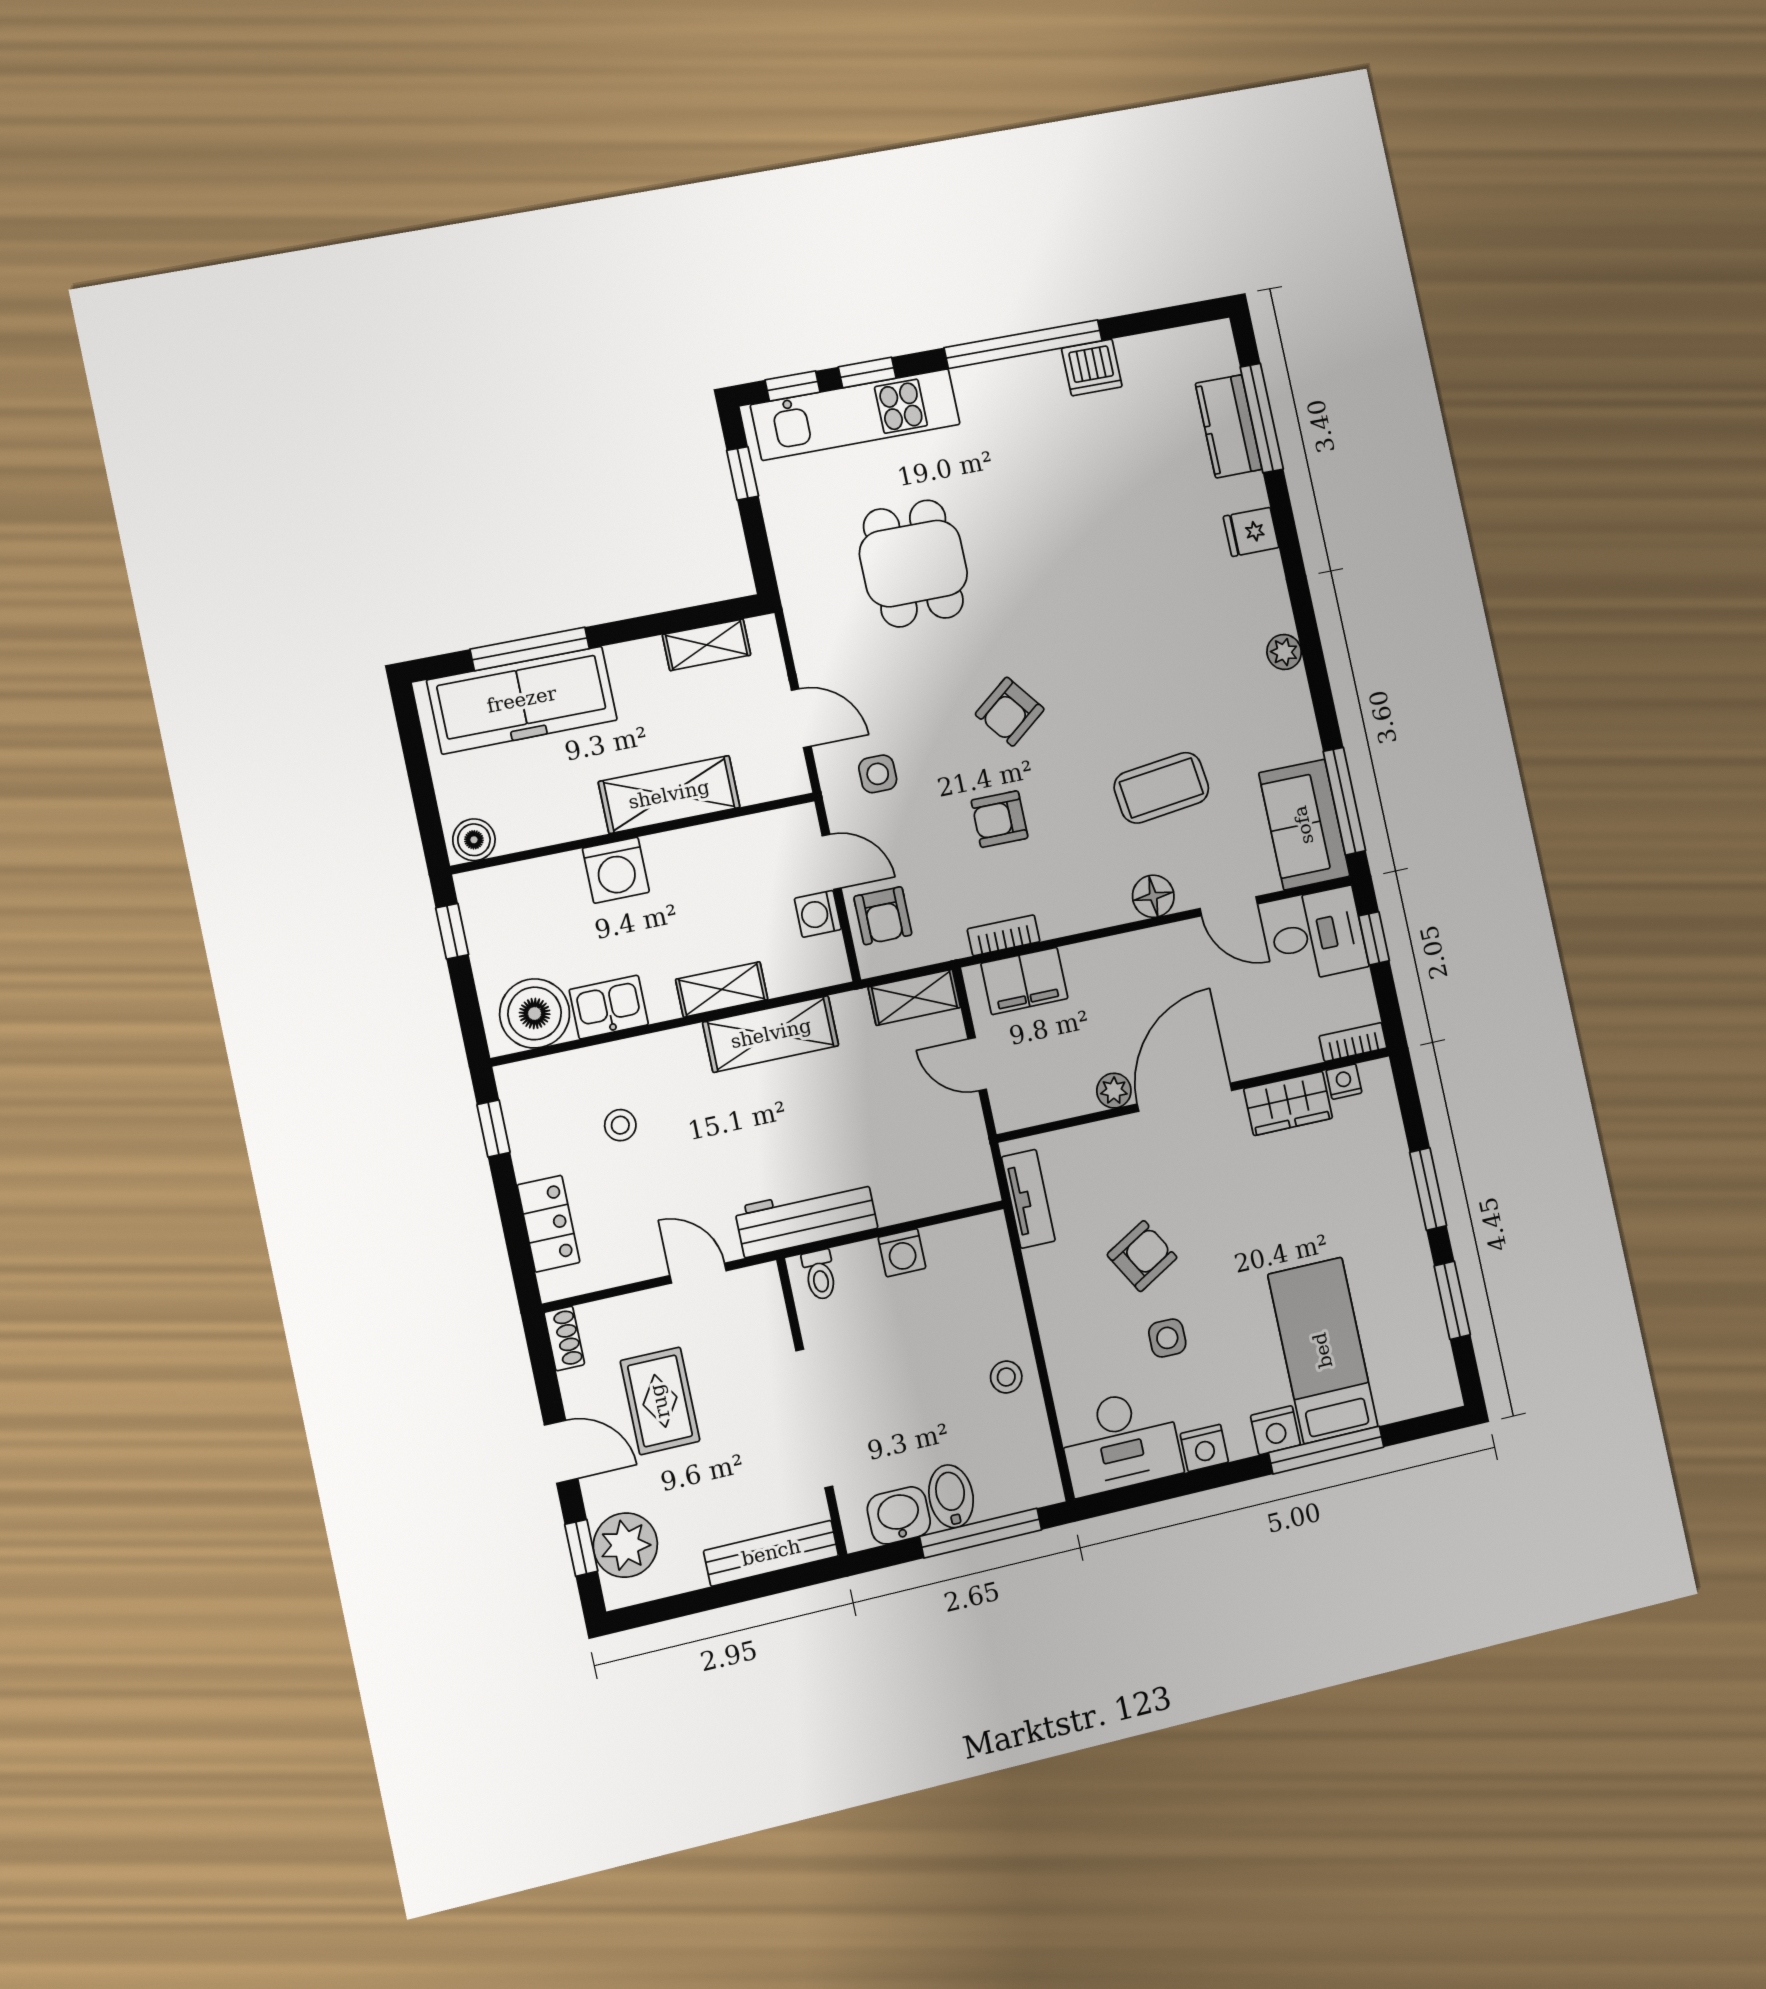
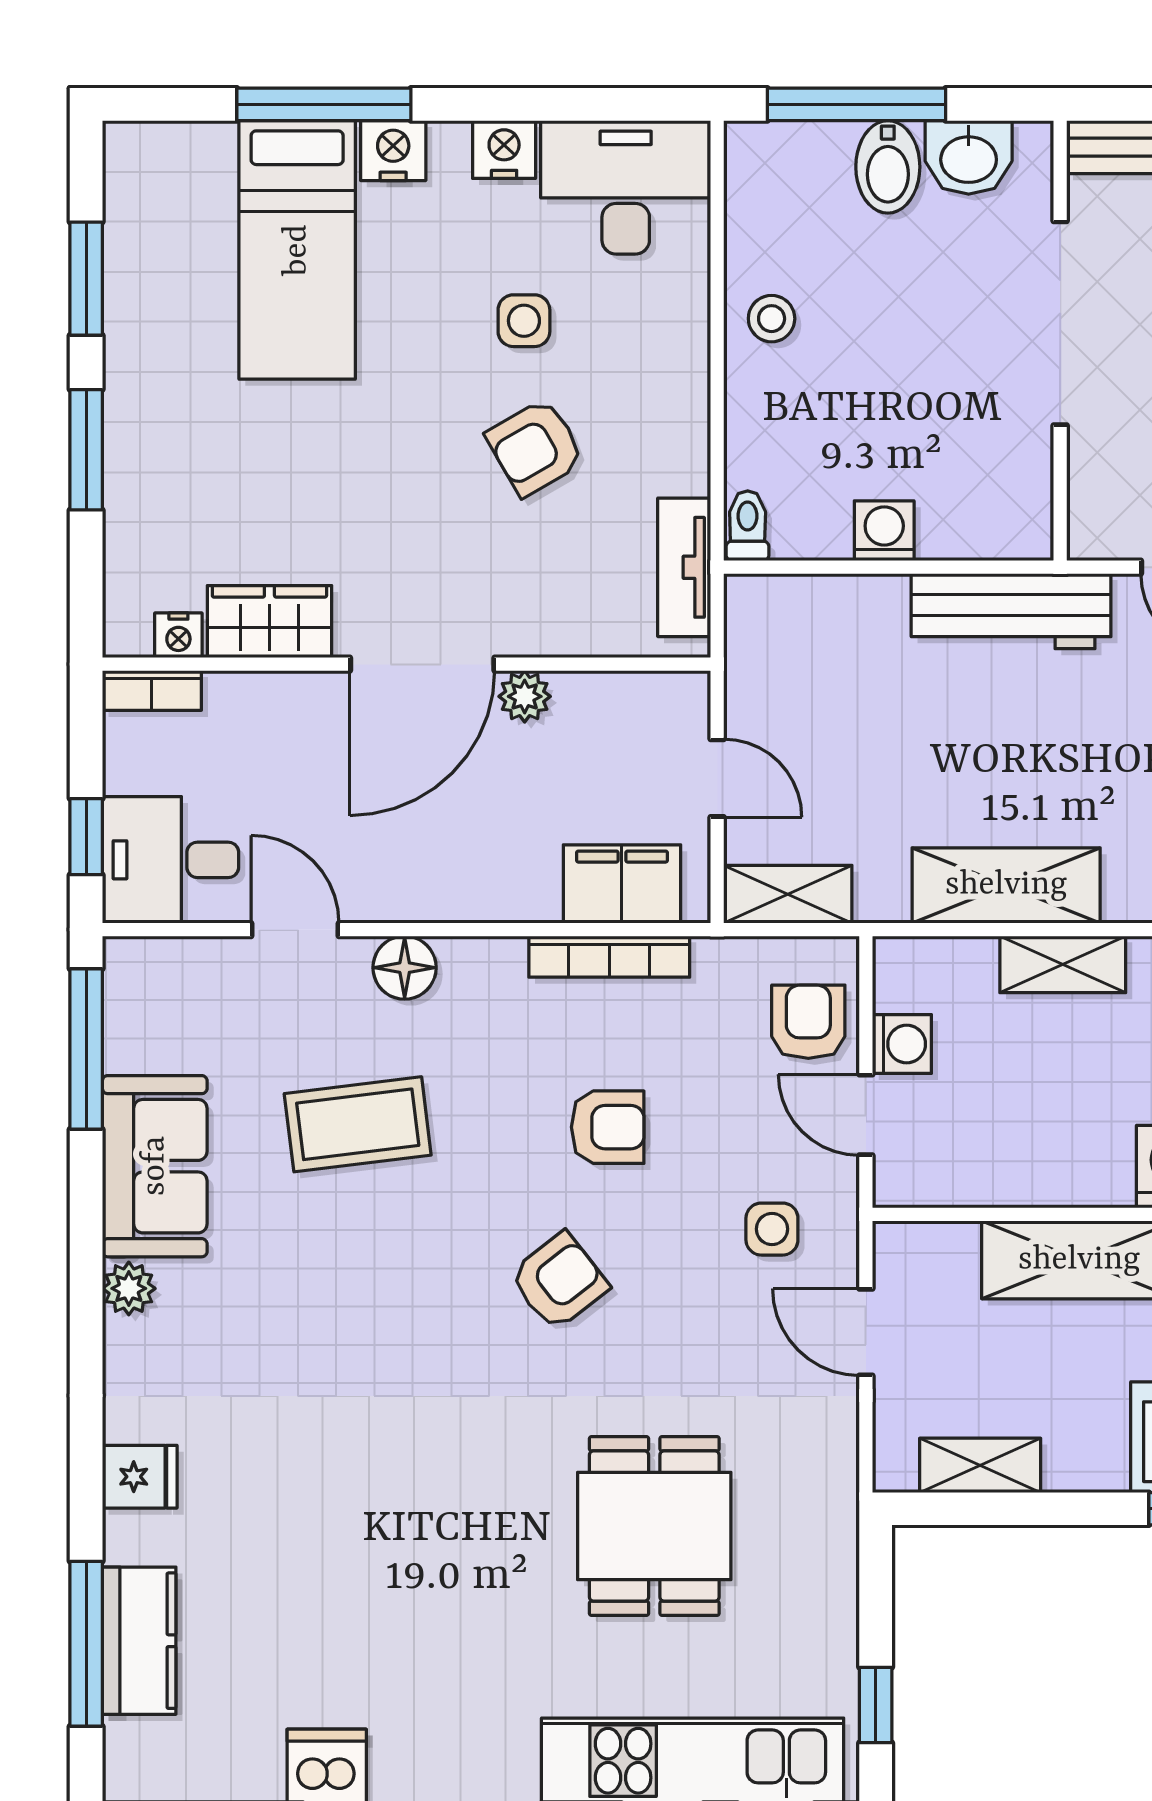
sofa: (1304, 825) -> (155, 1166), moved
bookcase: (1004, 935) -> (609, 957), width x1.56
toilet: (820, 1275) -> (748, 526), moved

